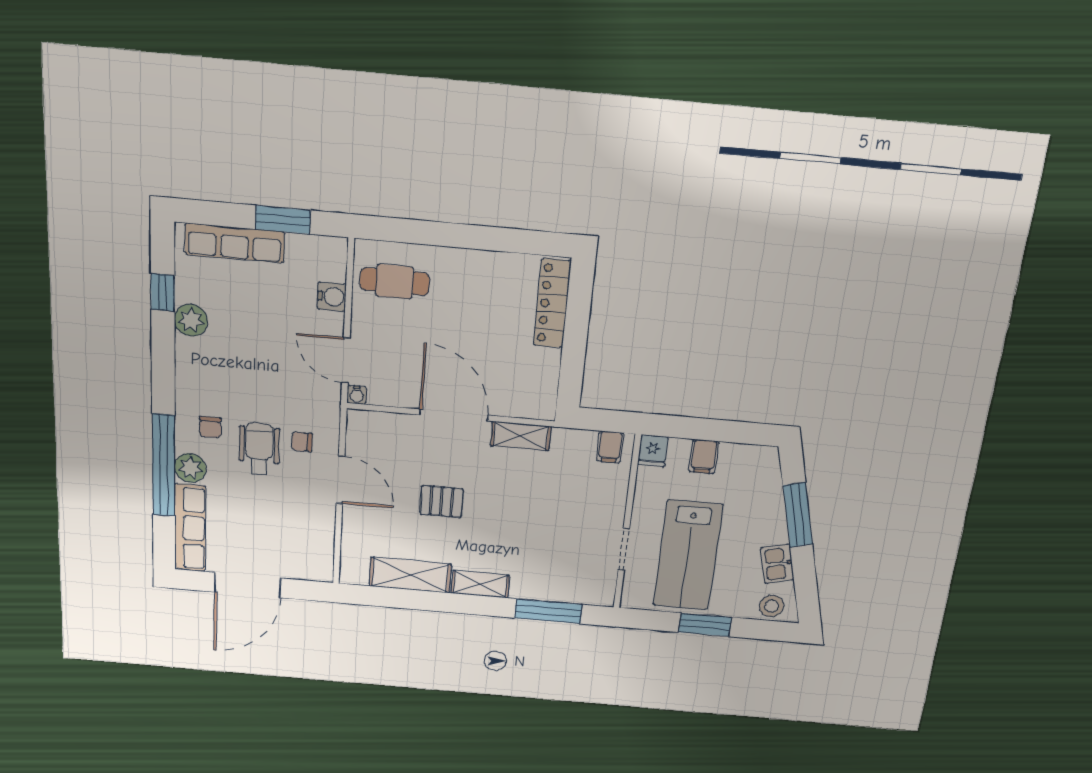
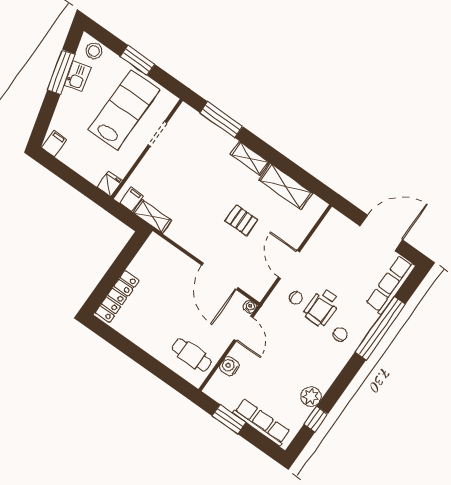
door: (454, 415) -> (220, 276), moved
shelving: (521, 436) -> (152, 216), moved
filing cabinet: (704, 456) -> (54, 144), moved
plant: (190, 468) -> (367, 318), removed
window: (798, 515) -> (61, 72), moved

